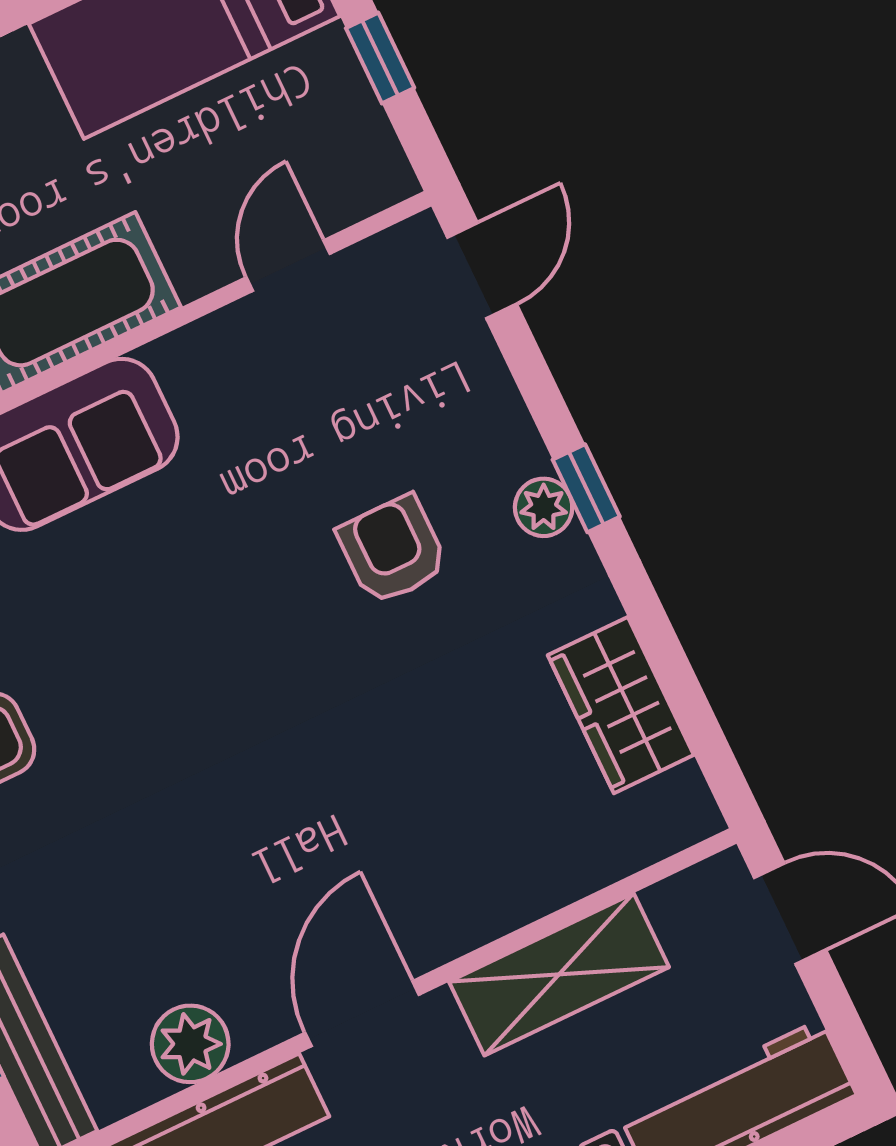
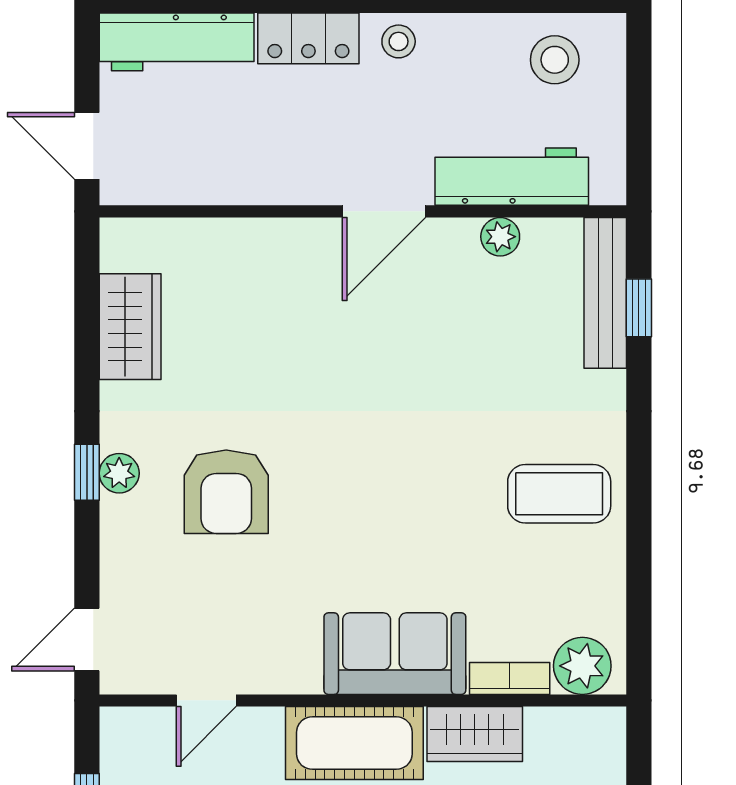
armchair: (393, 550) -> (226, 492), width x1.38, depth x1.38
shelving: (559, 974) -> (249, 177), removed
plant: (190, 1044) -> (500, 237), width x0.73, depth x0.73

